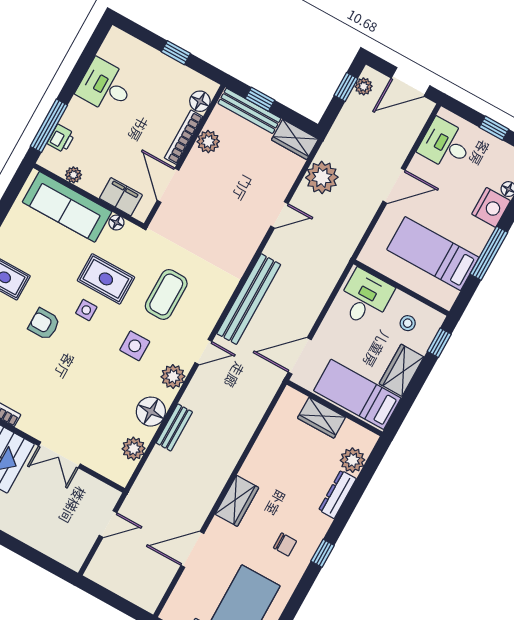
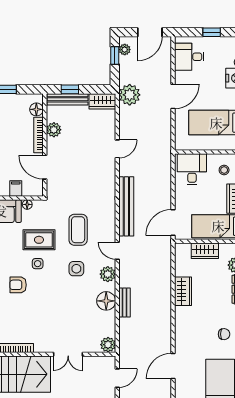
plant: (322, 177) -> (130, 95), moved
filing cabinet: (121, 197) -> (16, 188), width x0.50
door: (203, 352) -> (117, 251), swing flipped
plant: (134, 449) -> (108, 345), moved
wardrobe: (237, 501) -> (183, 291), moved

